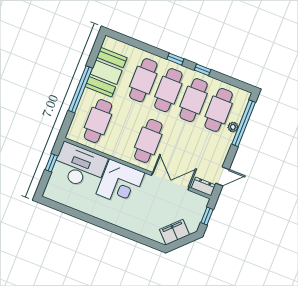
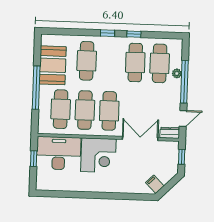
cafe table: (168, 90) -> (85, 110), moved
window: (244, 123) -> (184, 82), moved
filing cabinet: (174, 232) -> (155, 184), width x0.50

